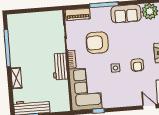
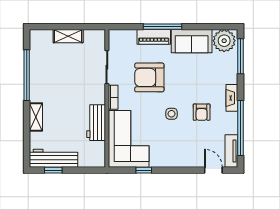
piano: (78, 14) -> (154, 37), moved
shelving: (35, 17) -> (68, 36), added
workbench: (60, 66) -> (96, 123), moved

